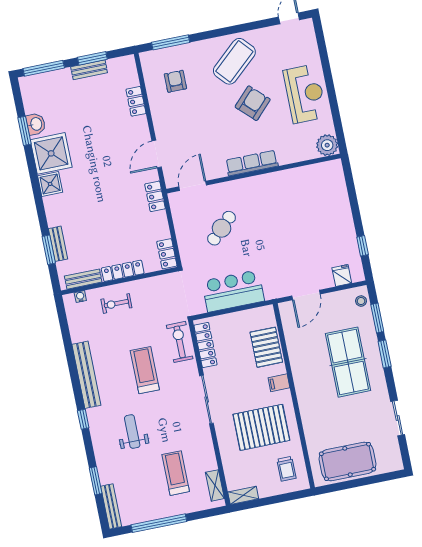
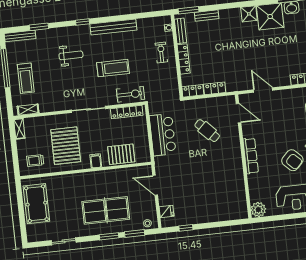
locker: (155, 196) -> (215, 88), moved
window: (49, 250) -> (189, 10), moved
treadmill: (176, 473) -> (26, 78), moved, turned 90

